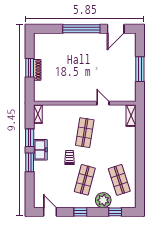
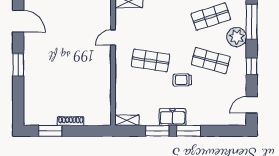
window: (81, 29) -> (18, 65), width x0.47
window: (30, 68) -> (50, 131), moved
window: (115, 212) -> (252, 22), width x2.17

